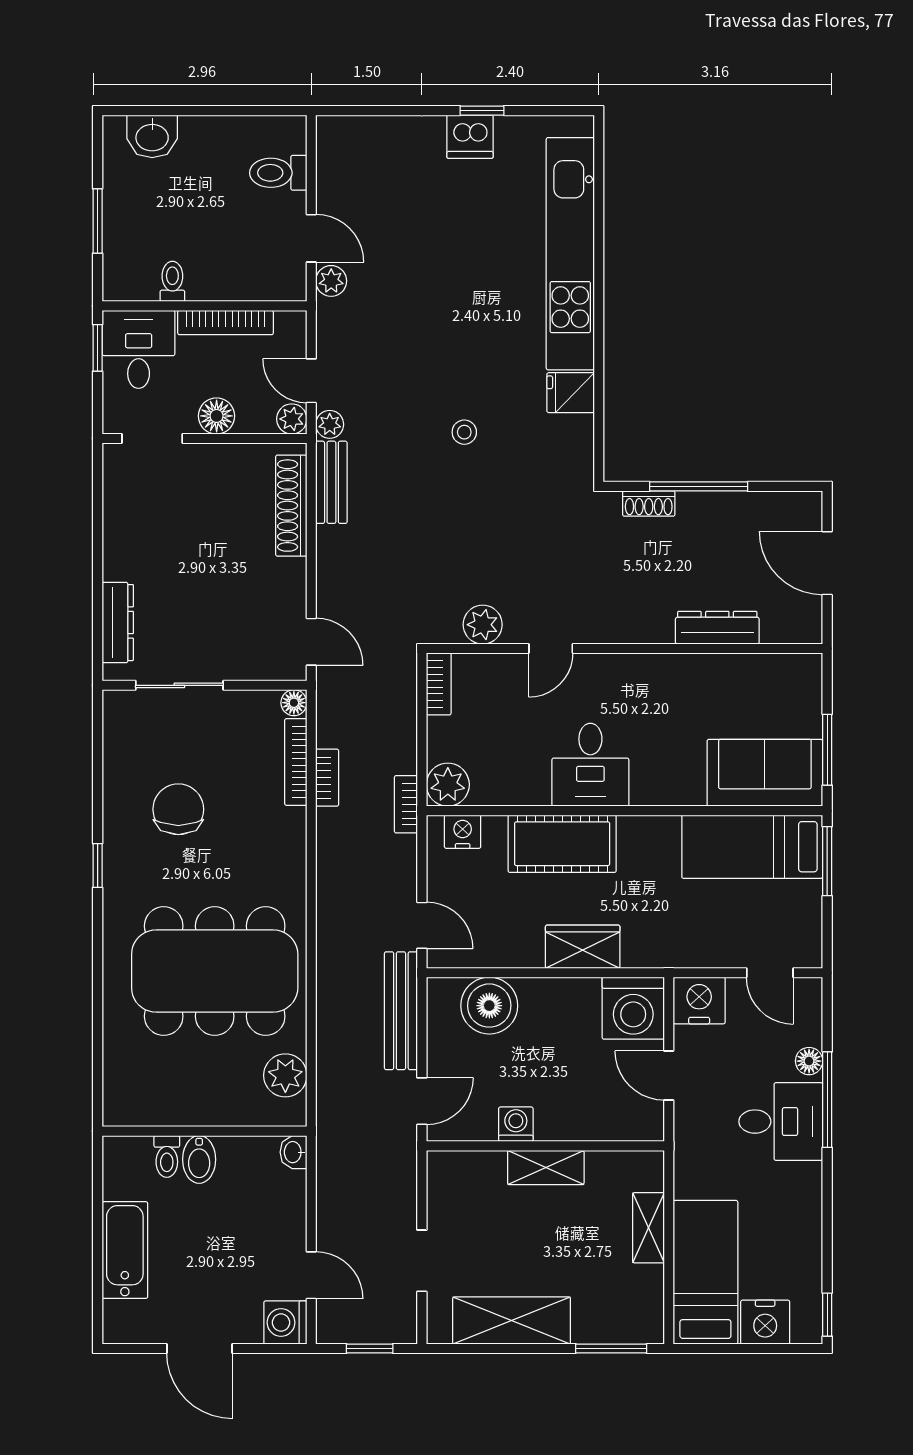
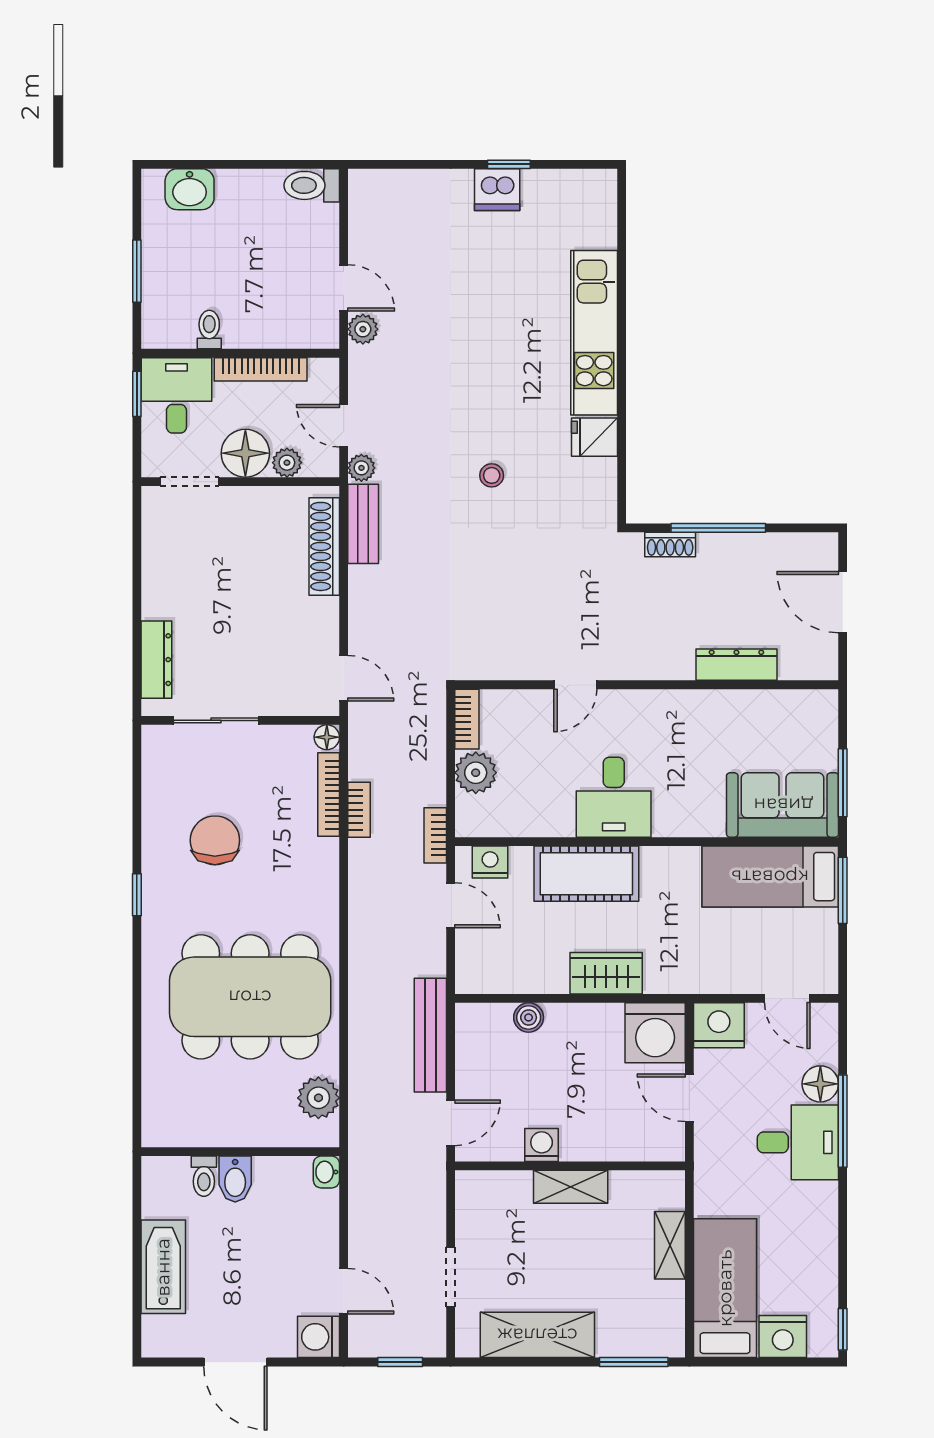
toilet: (278, 173) -> (312, 185), moved
kitchen unit: (570, 254) -> (594, 333), width x0.73
floor lamp: (217, 416) -> (245, 453), width x1.38, depth x1.38
plant: (292, 419) -> (287, 463), moved
plant: (483, 625) -> (509, 662), removed
plant: (448, 785) -> (476, 773), moved
door: (422, 925) -> (451, 905), moved
boiler: (489, 1006) -> (529, 1017), width x0.54, depth x0.54
floor lamp: (809, 1061) -> (820, 1084), width x1.37, depth x1.37

